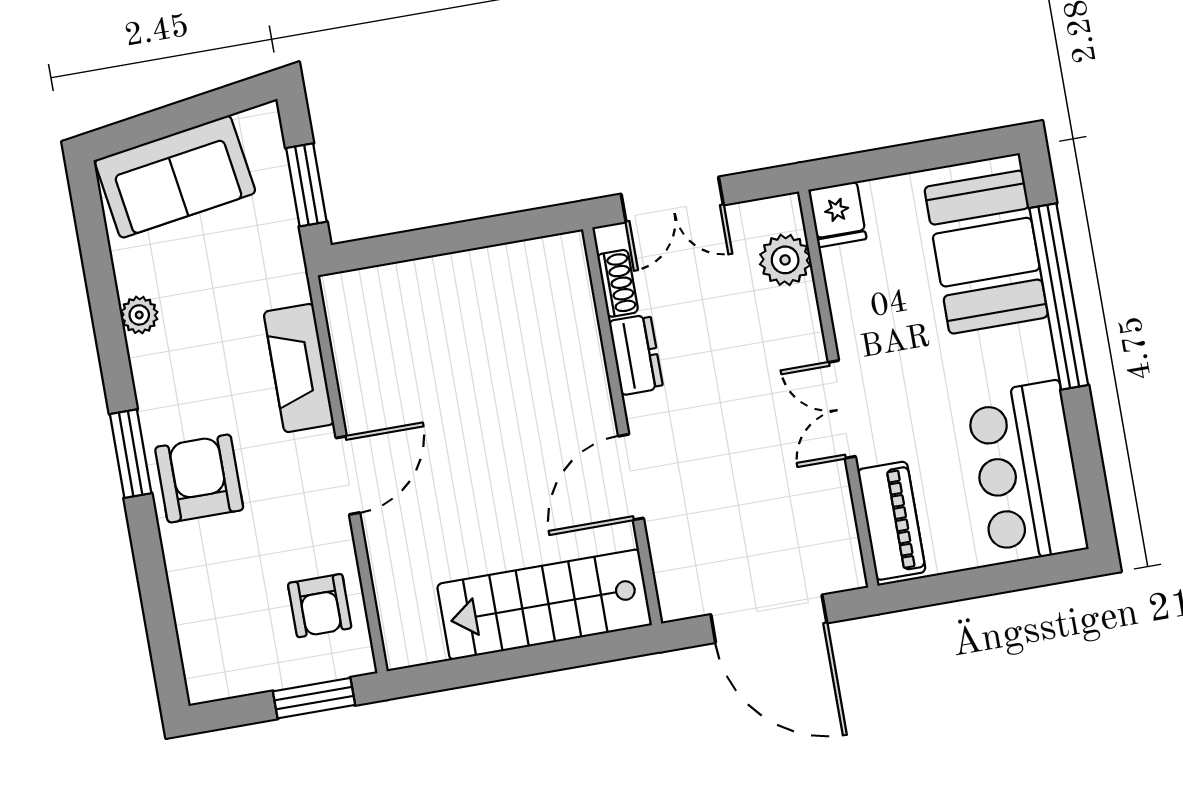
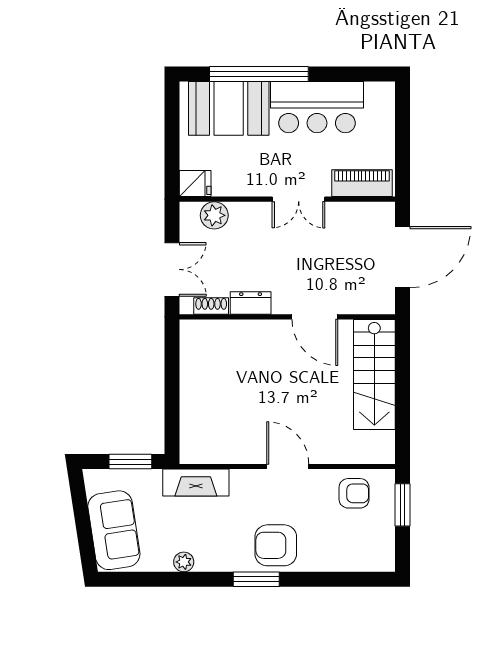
fireplace: (299, 368) -> (196, 482), moved
bar counter: (1027, 472) -> (317, 107), moved

